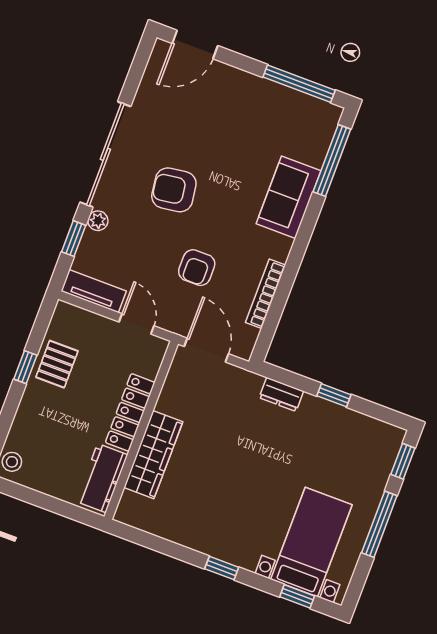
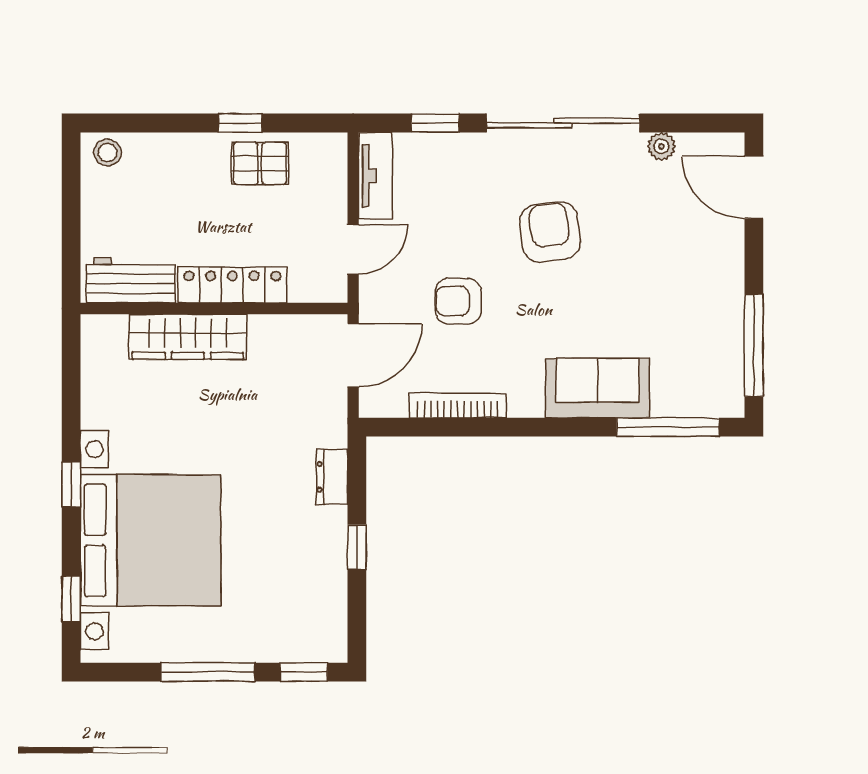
plant: (98, 221) -> (661, 146), moved
bed with nightstands: (311, 542) -> (151, 540), width x1.85

